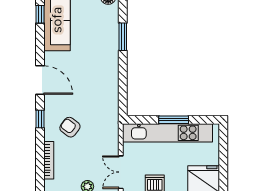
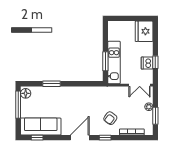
window: (174, 120) -> (105, 61), moved
kitchen unit: (168, 133) -> (114, 62), width x0.73

